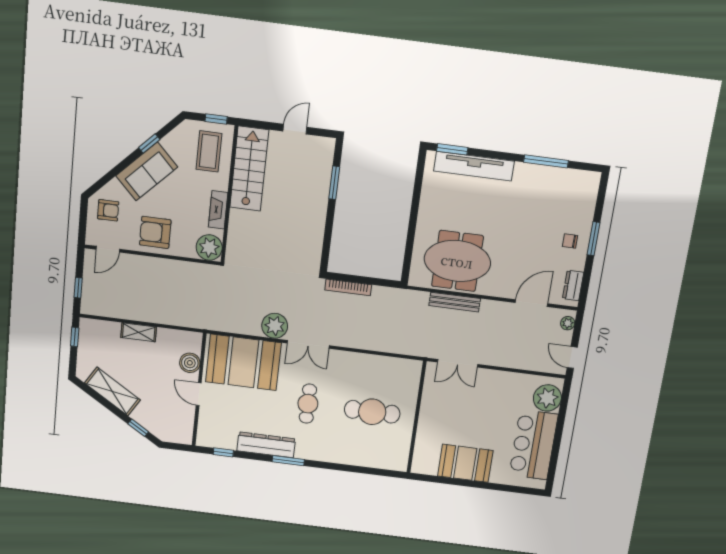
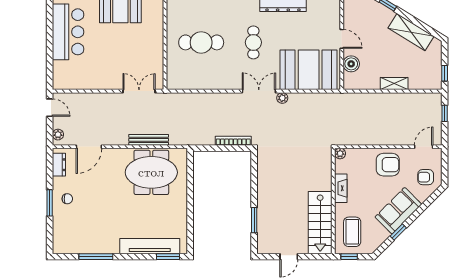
plant: (209, 247) -> (340, 154), width x0.53, depth x0.53
plant: (275, 326) -> (282, 98), width x0.53, depth x0.53
plant: (547, 398) -> (64, 72), removed

